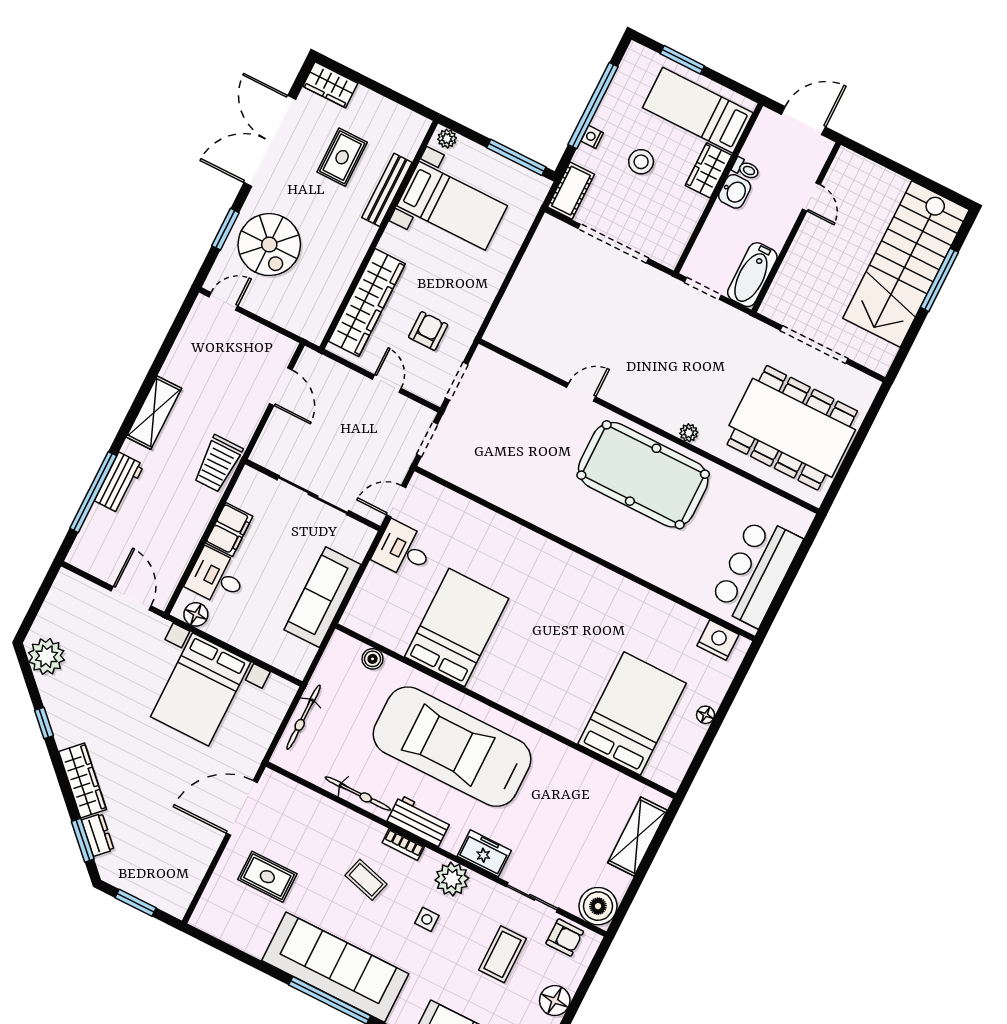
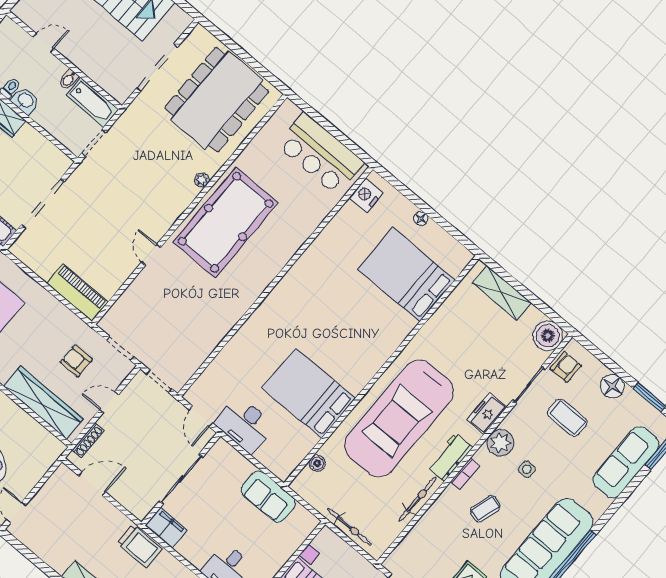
bidet: (774, 239) -> (69, 79), added
piano: (513, 312) -> (77, 292), added
shoe rack: (334, 369) -> (88, 440), added
filing cabinet: (229, 530) -> (166, 528), moved
desk: (403, 550) -> (245, 425), width x1.37
sofa: (323, 597) -> (268, 497), width x0.73

